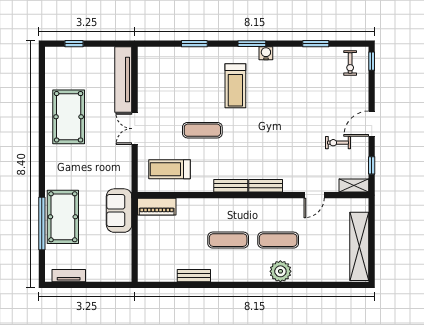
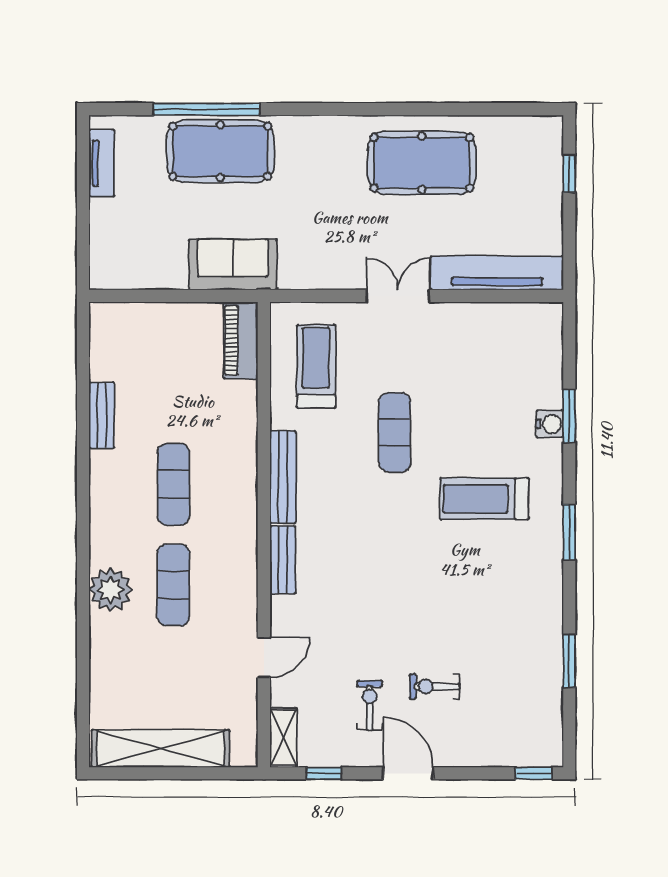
water cooler: (266, 53) -> (550, 424), moved
exercise bike: (350, 63) -> (435, 687), moved
bench: (231, 186) -> (283, 477), width x1.36
door: (314, 195) -> (264, 658), swing flipped

